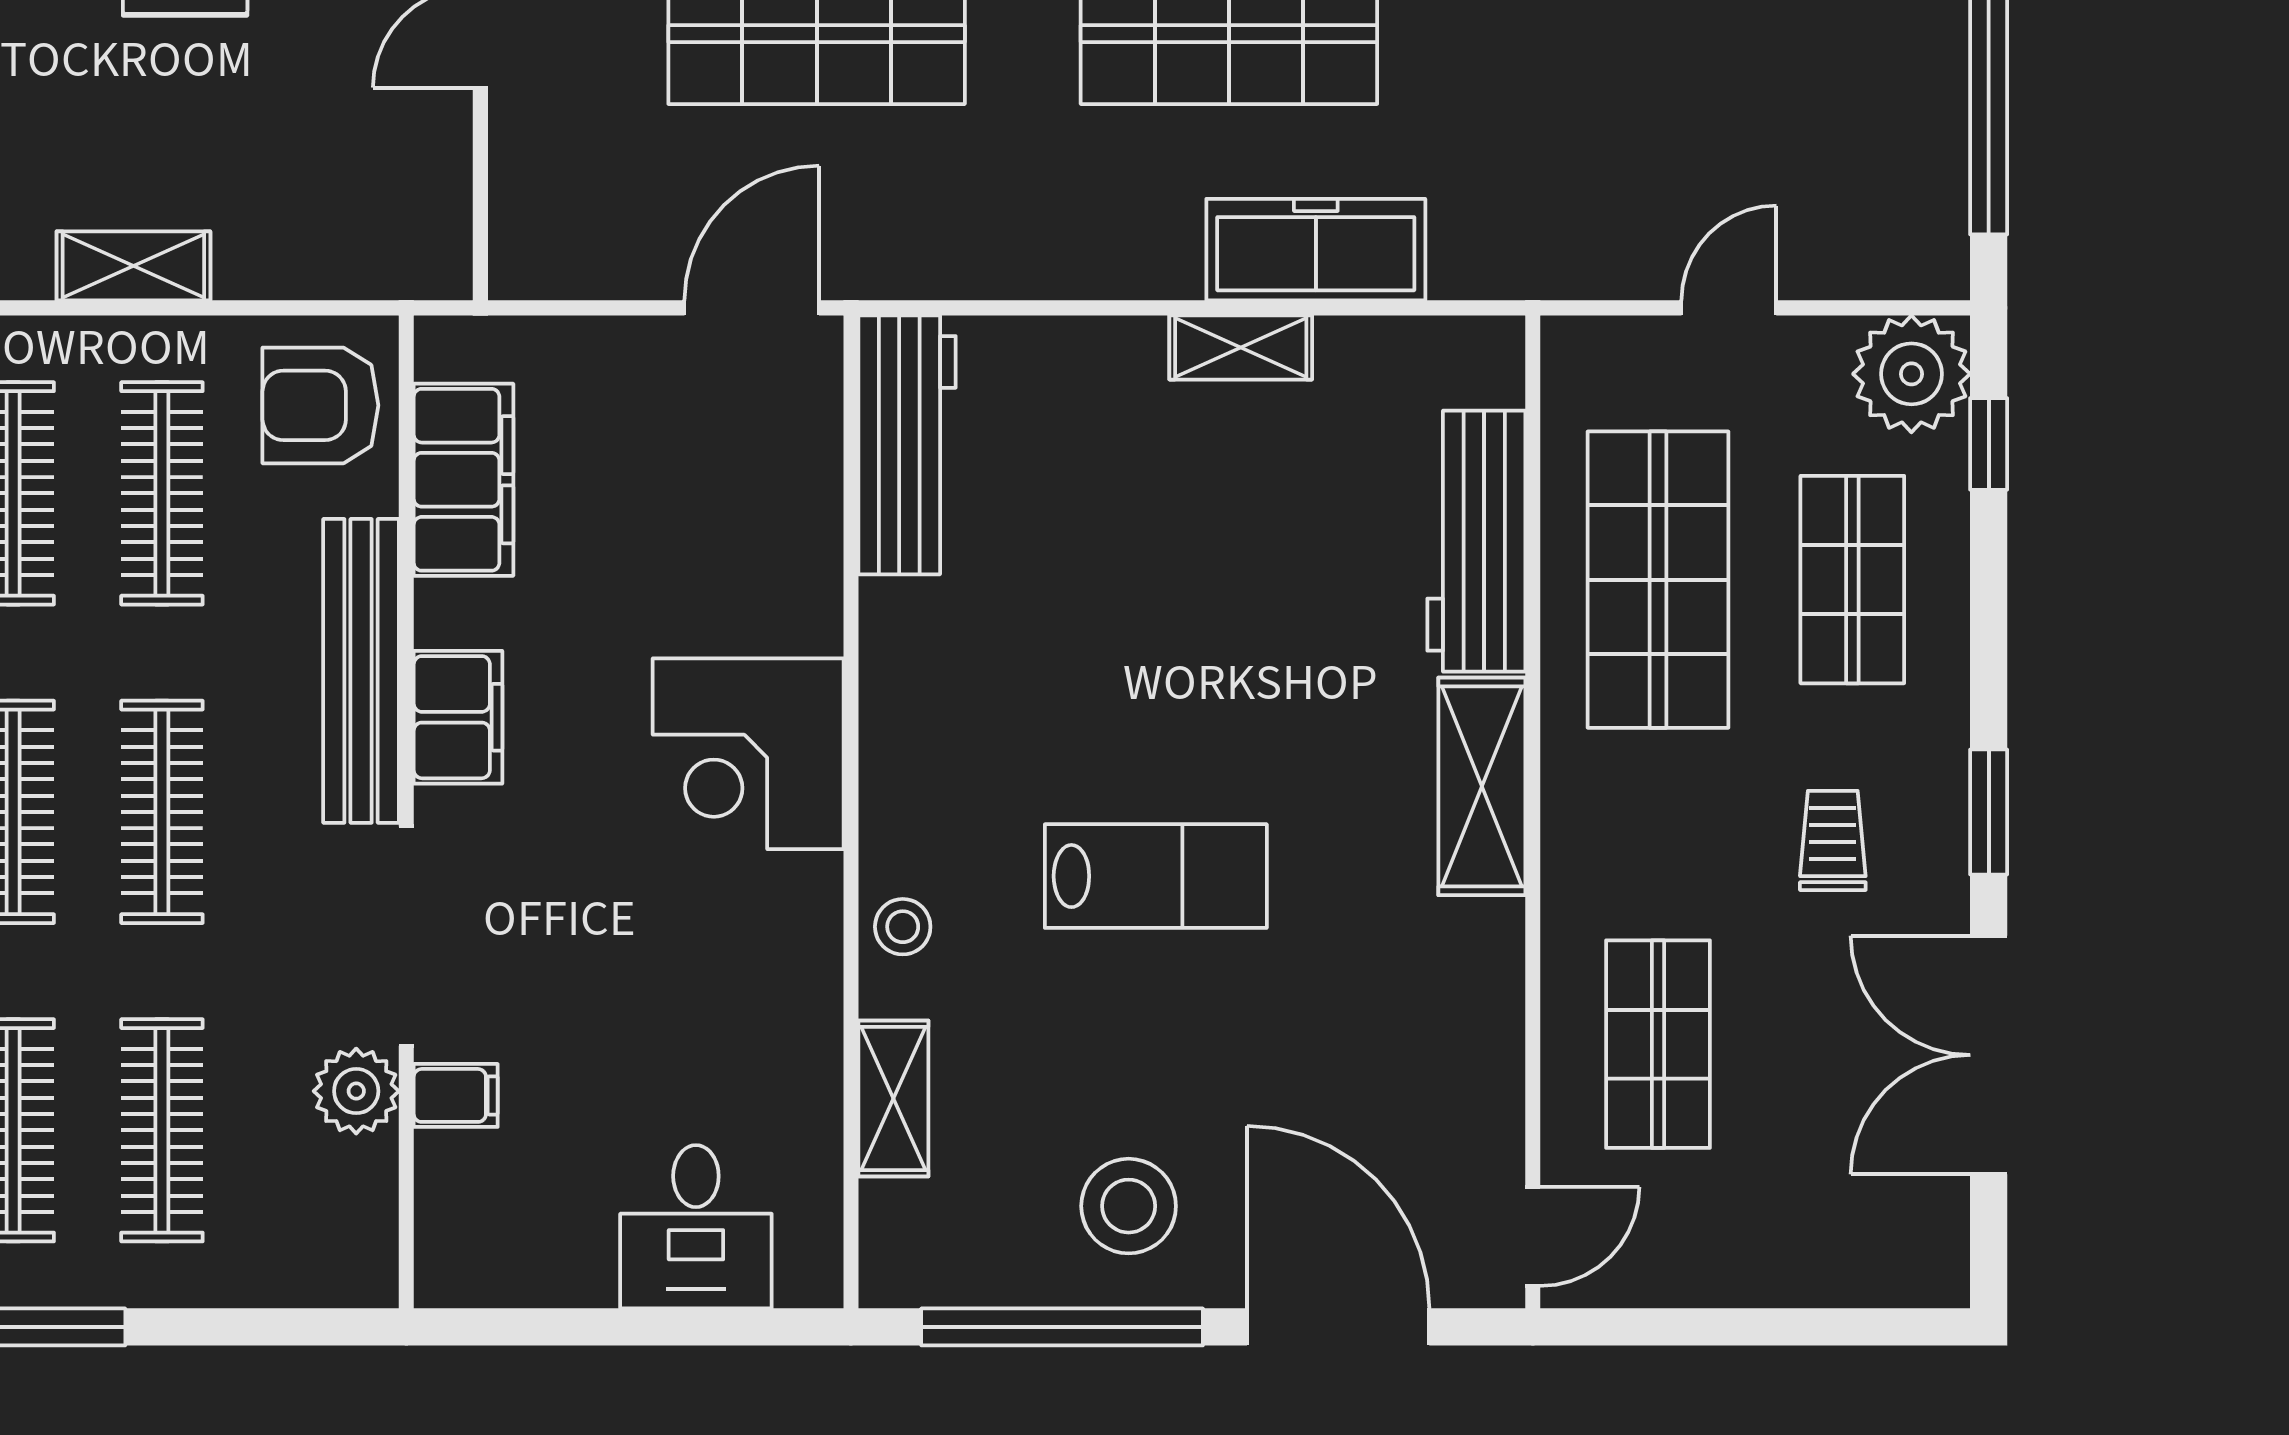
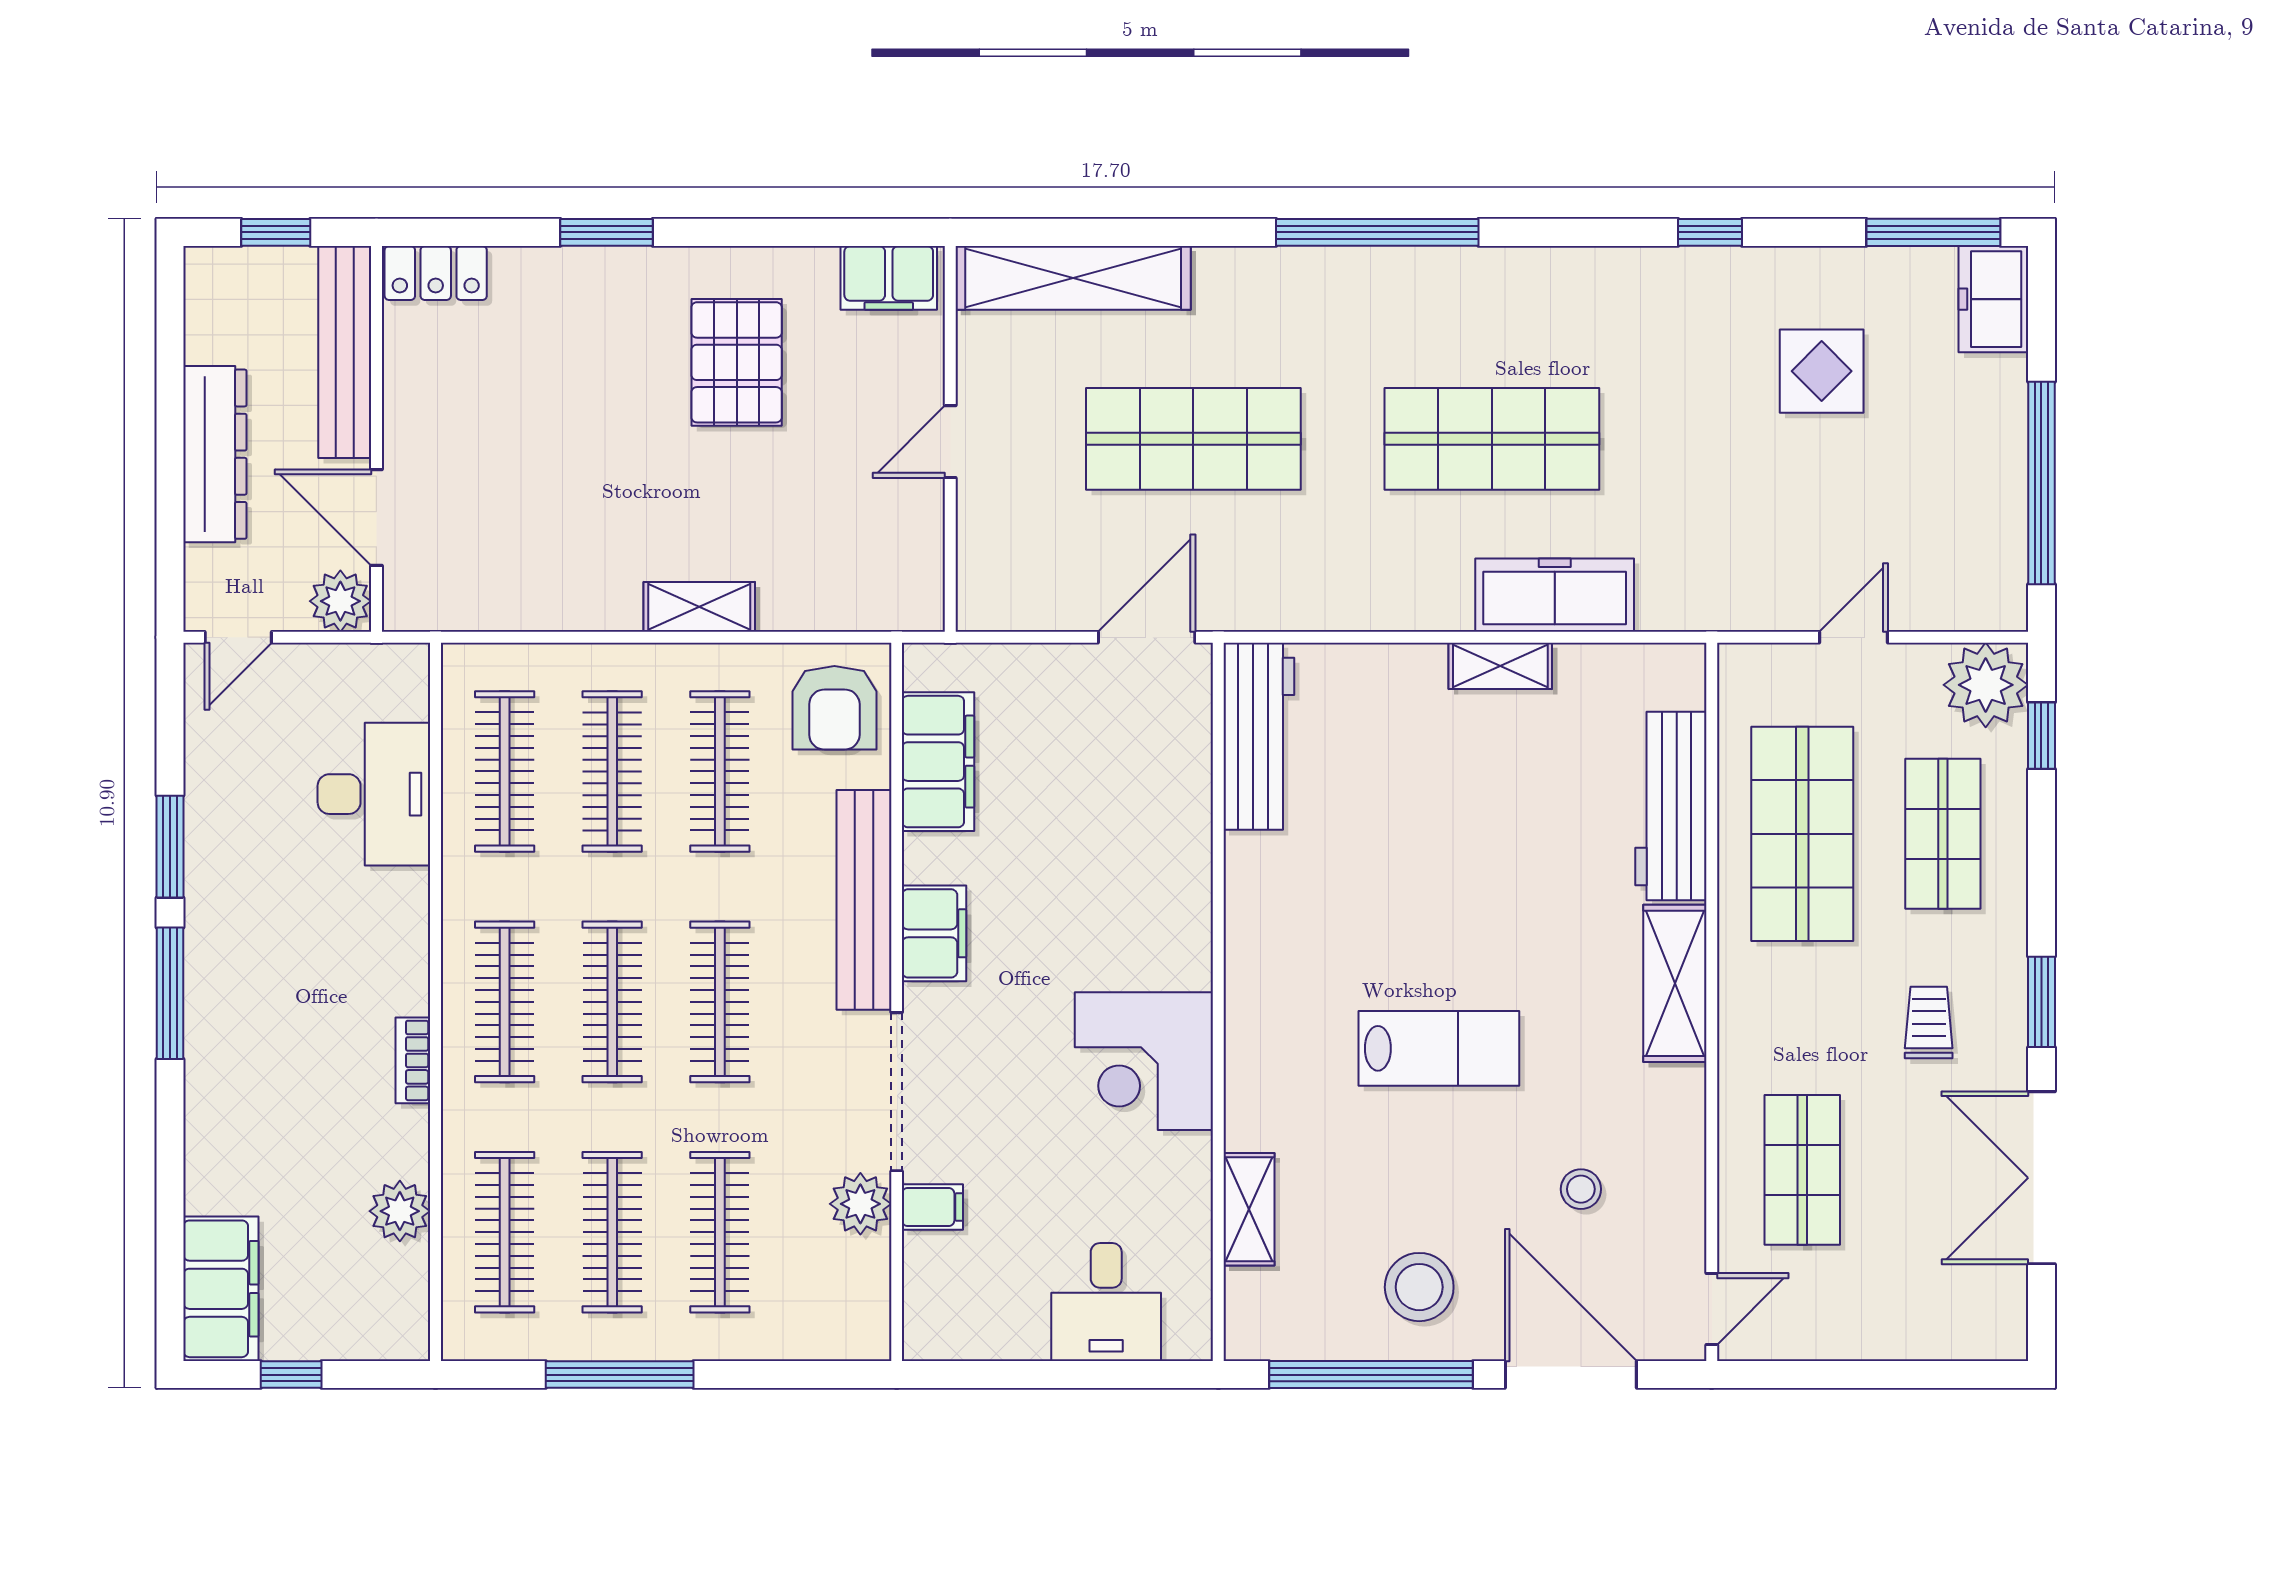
armchair: (320, 405) -> (834, 708), turned -90
corner desk: (748, 754) -> (1144, 1061), moved
stool: (903, 927) -> (1581, 1189), moved

